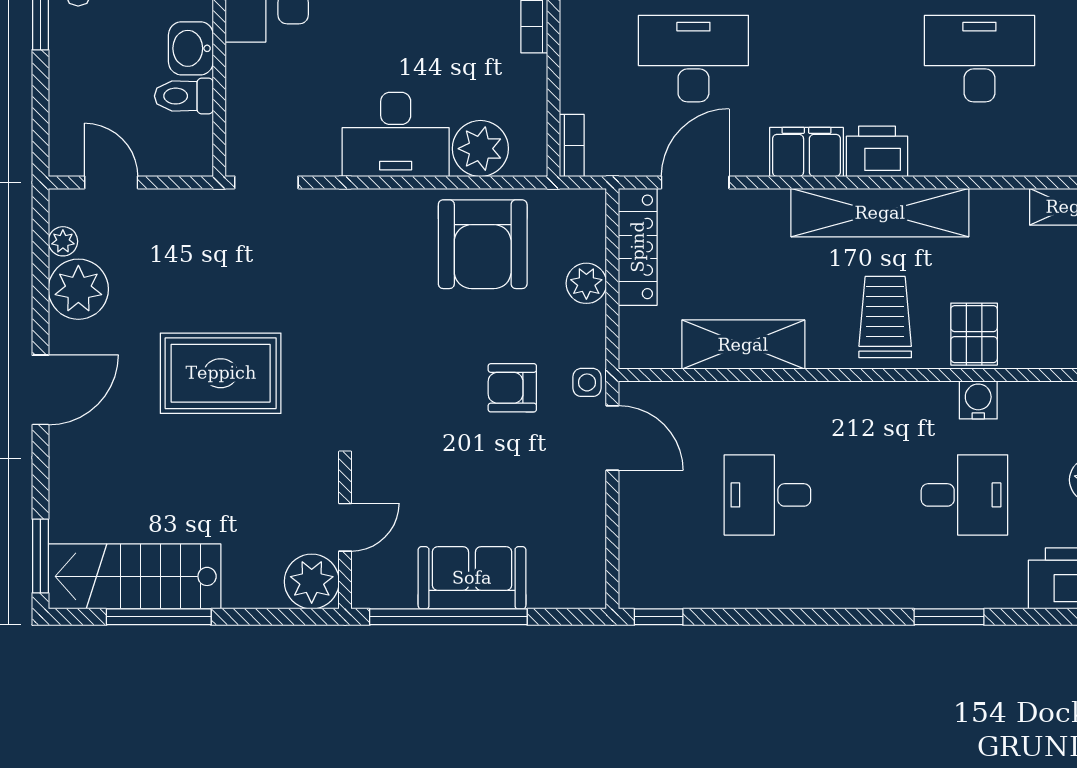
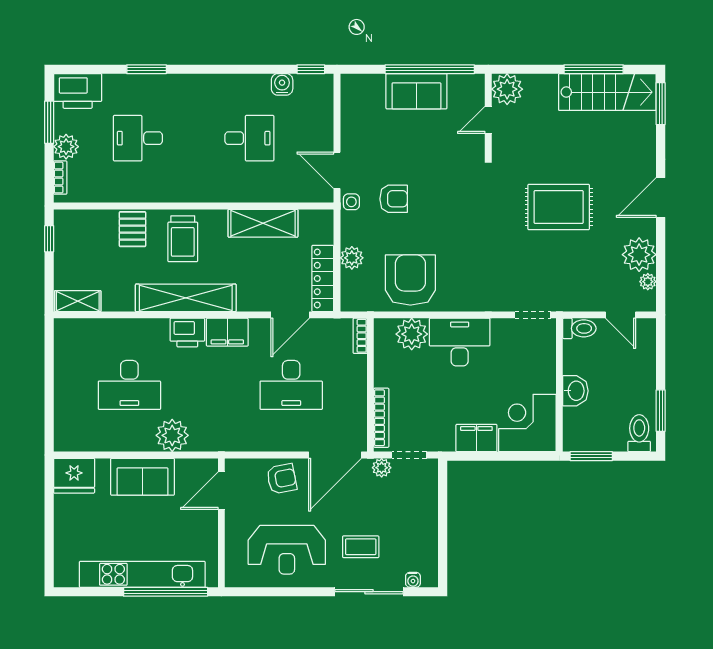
toilet: (184, 96) -> (579, 328), moved
water cooler: (978, 400) -> (282, 84), moved, turned 180

